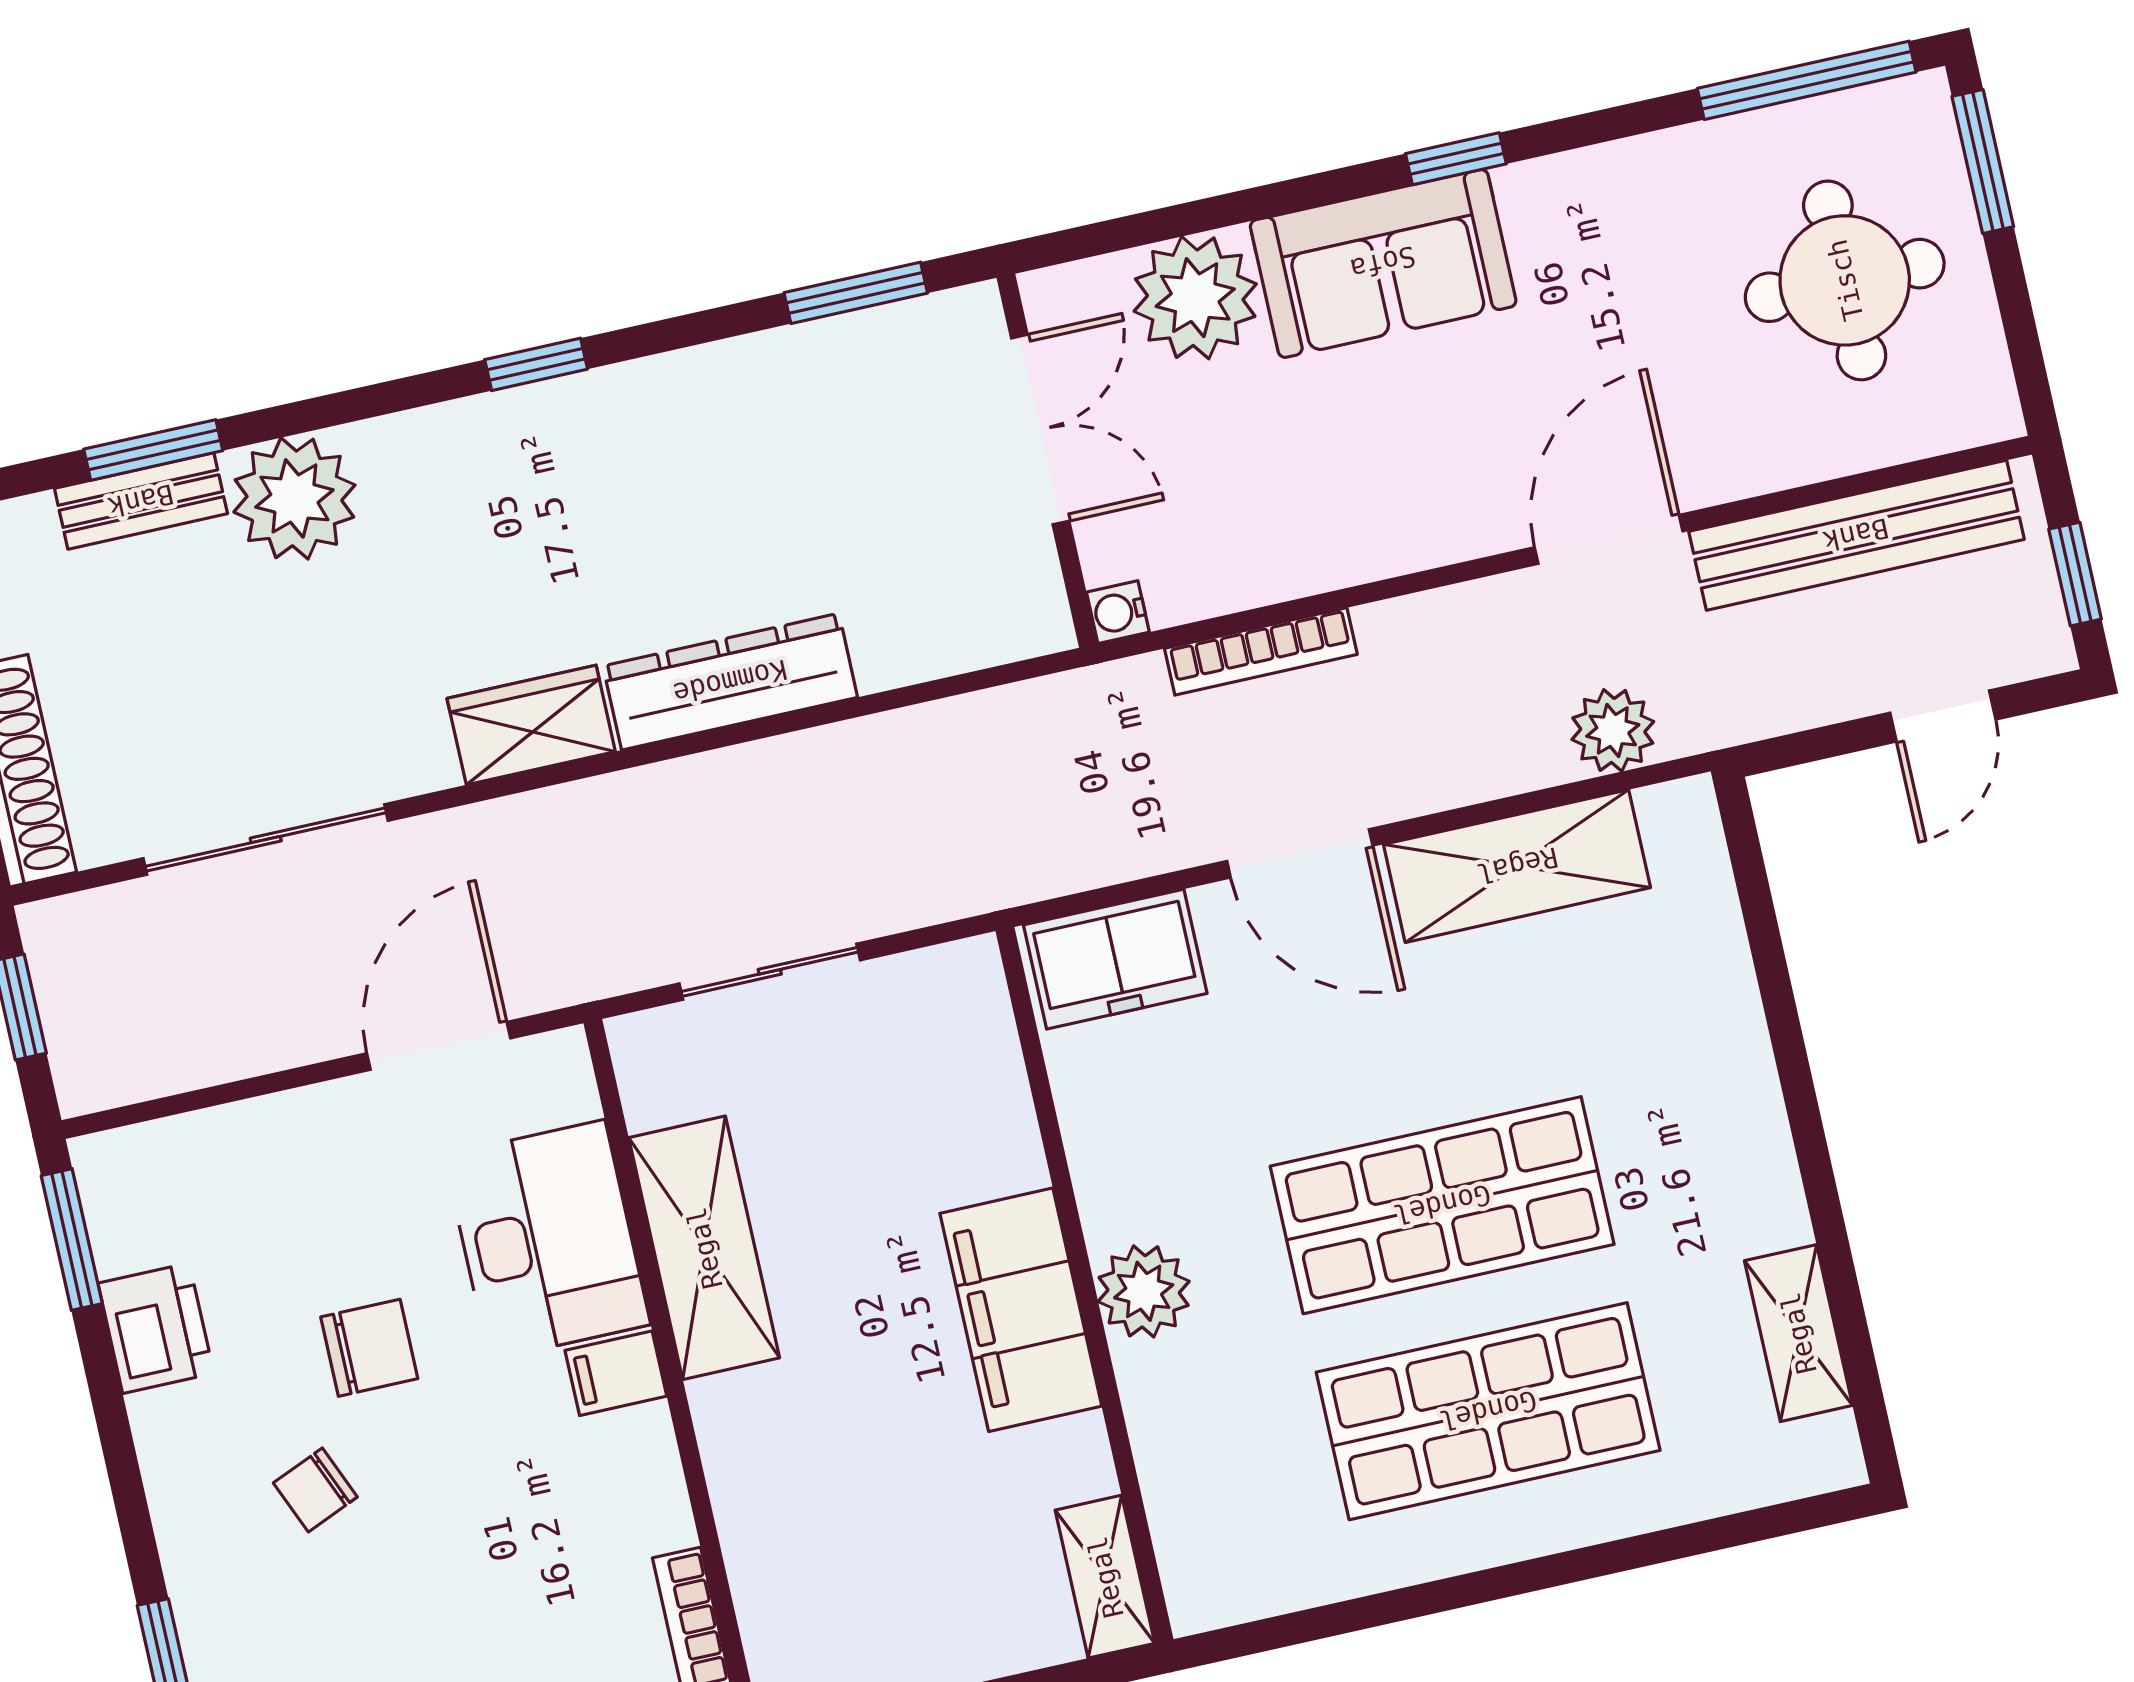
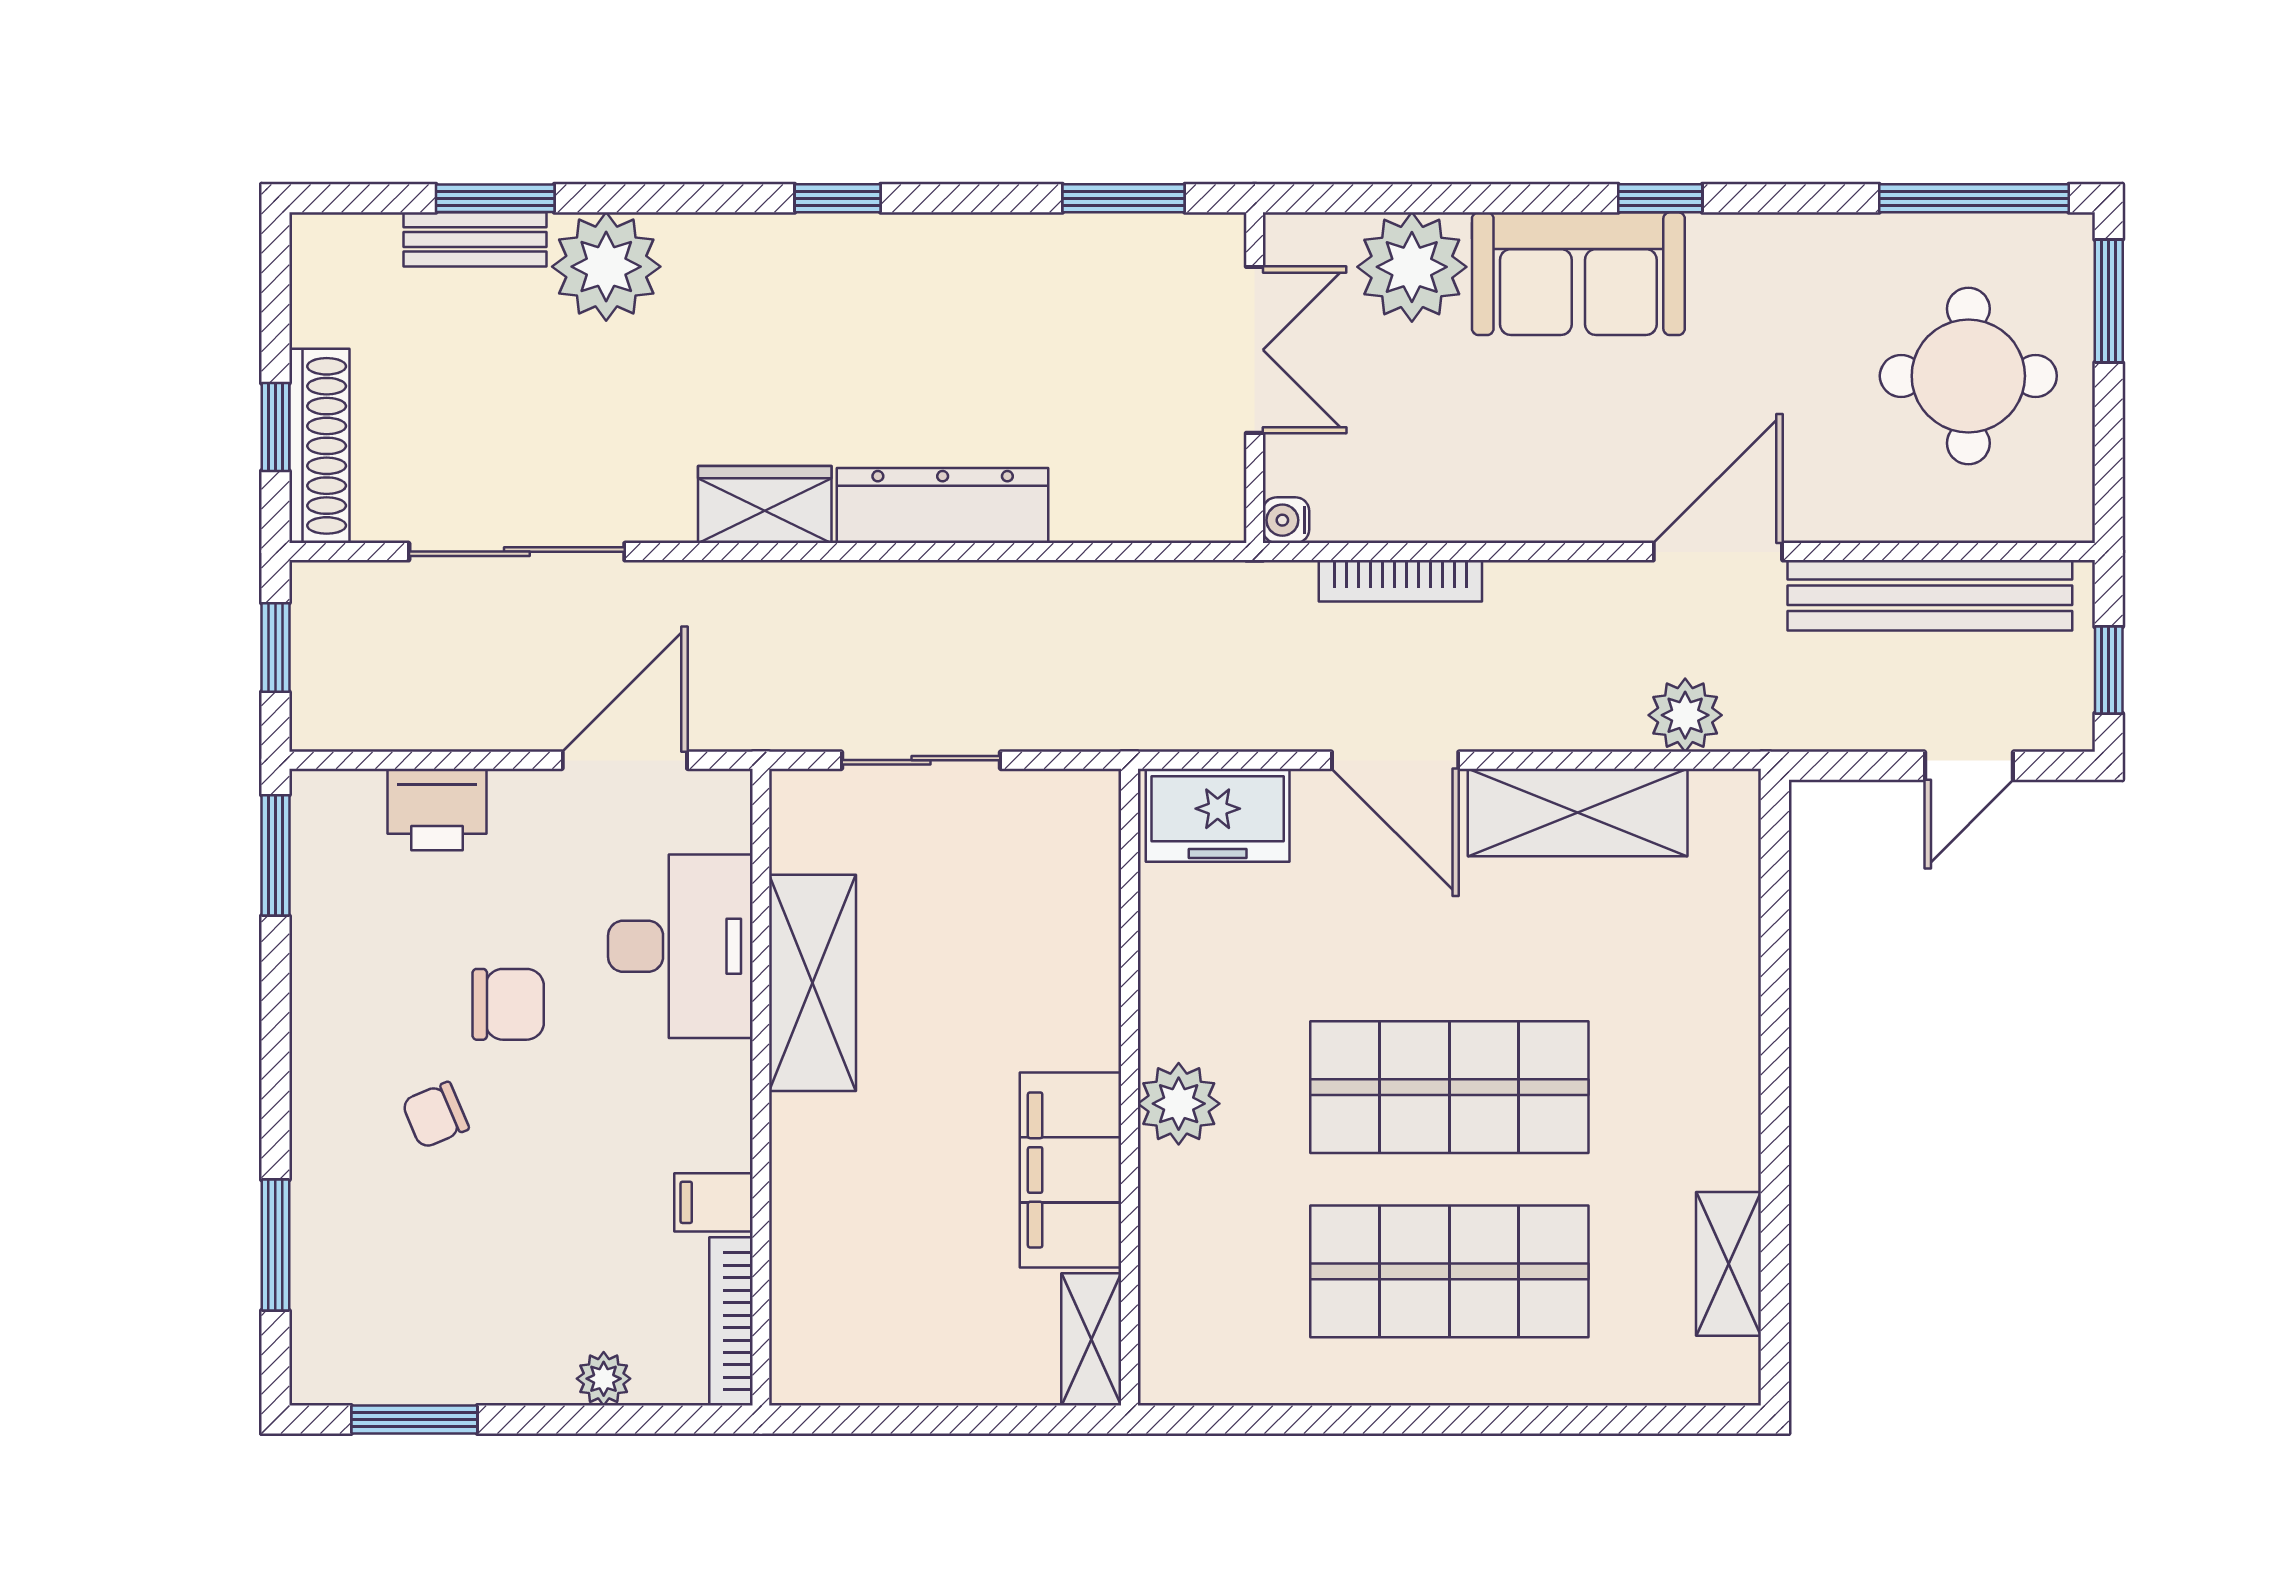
filing cabinet: (1021, 1310) -> (1071, 1170), moved
printer: (156, 1328) -> (437, 809), moved, turned 90
filing cabinet: (616, 1373) -> (713, 1202), moved

